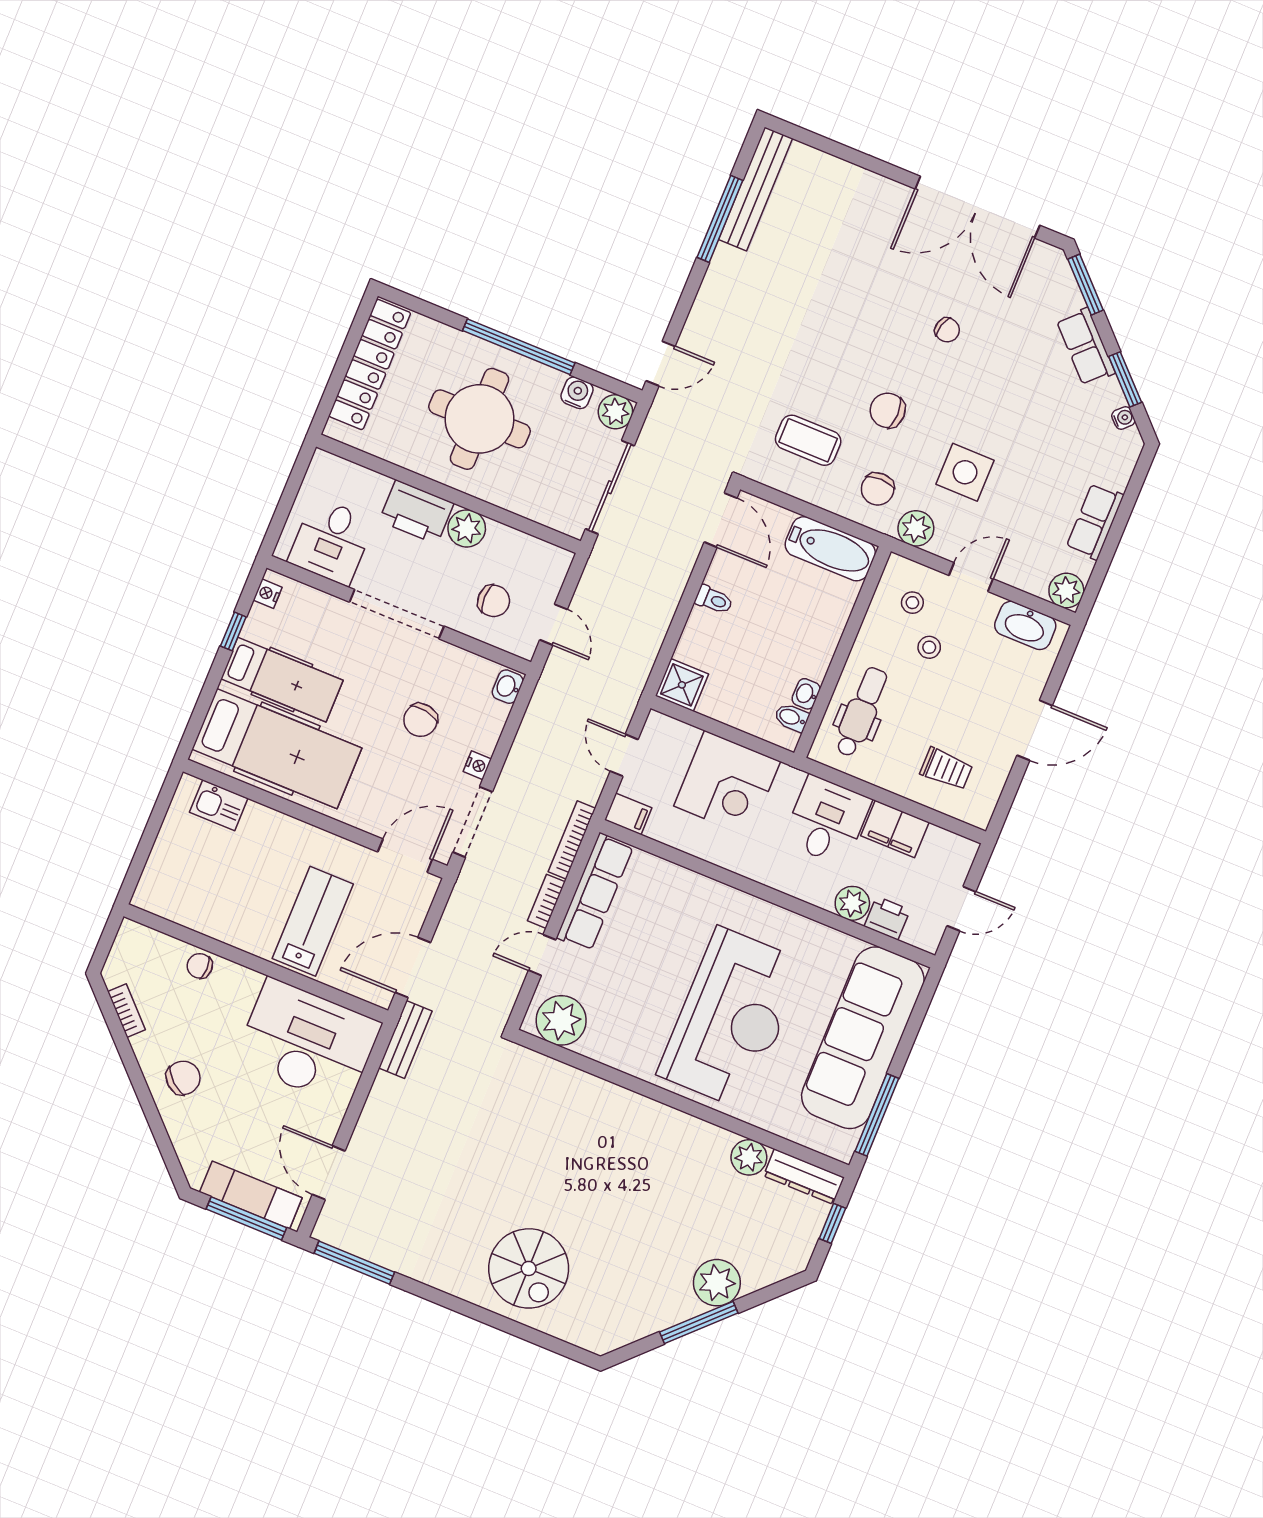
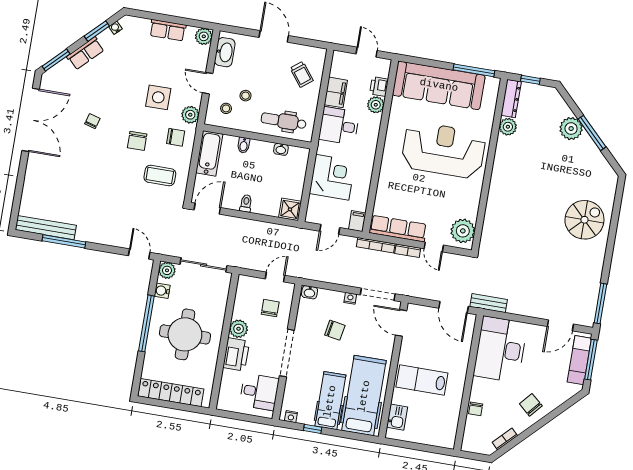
coffee table: (808, 440) -> (160, 176), turned 90
bidet: (792, 718) -> (244, 145), moved
trolley: (946, 769) -> (302, 74), turned 142
lab bench: (313, 921) -> (422, 380), moved

